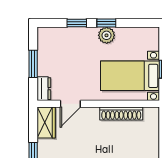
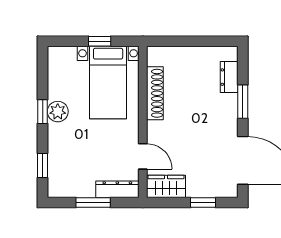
window: (77, 23) -> (43, 165), moved
dresser: (44, 89) -> (117, 189), width x1.44

